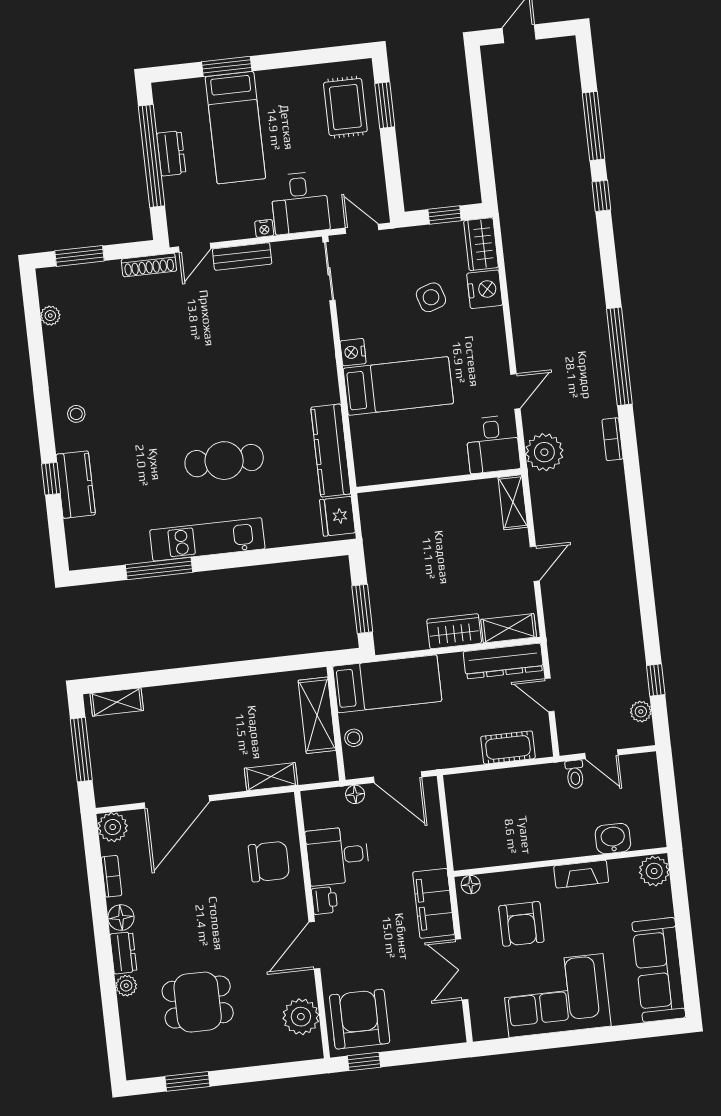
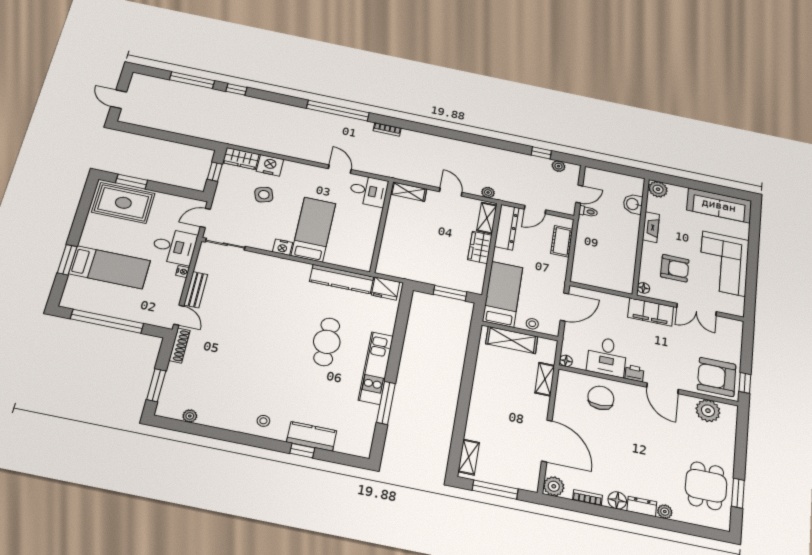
rug: (345, 107) -> (123, 203), width x1.36, depth x1.43
dresser: (171, 153) -> (110, 309), removed
plant: (544, 452) -> (488, 192), moved, width x0.53, depth x0.53
floor lamp: (355, 794) -> (566, 361), moved
dining table: (198, 1002) -> (706, 486), moved

